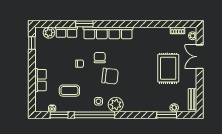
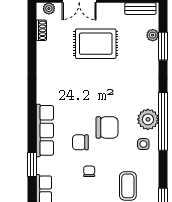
row of seats: (108, 33) -> (45, 130), width x0.73
chair: (110, 76) -> (107, 127), turned 84
window: (94, 115) -> (163, 121), moved

